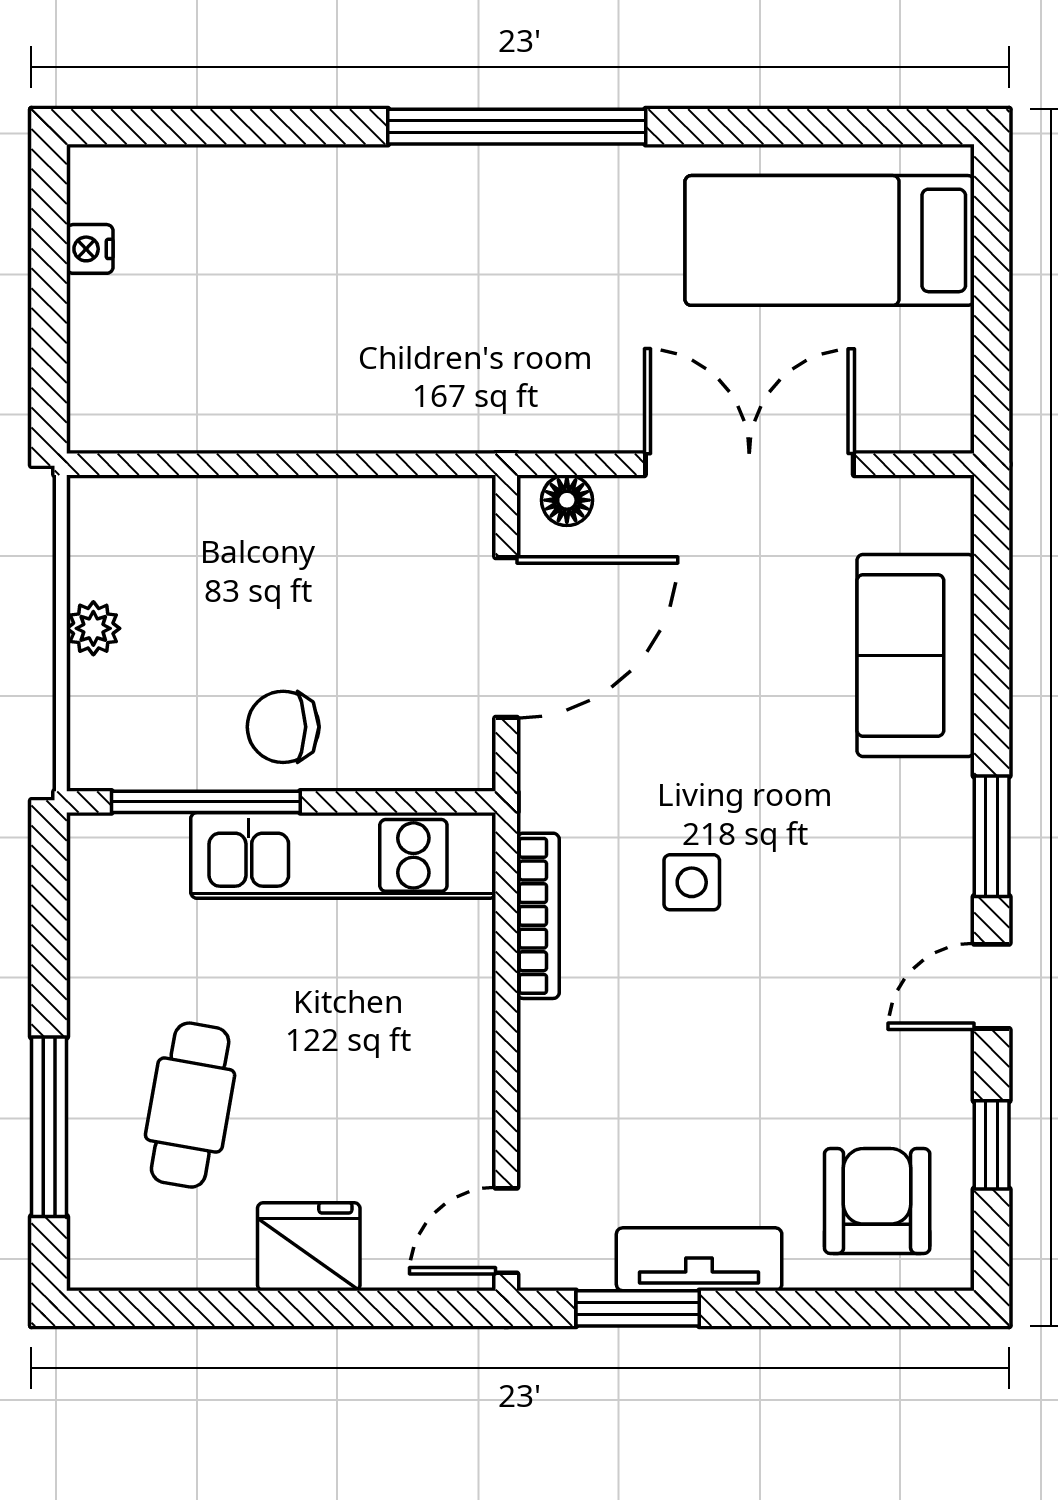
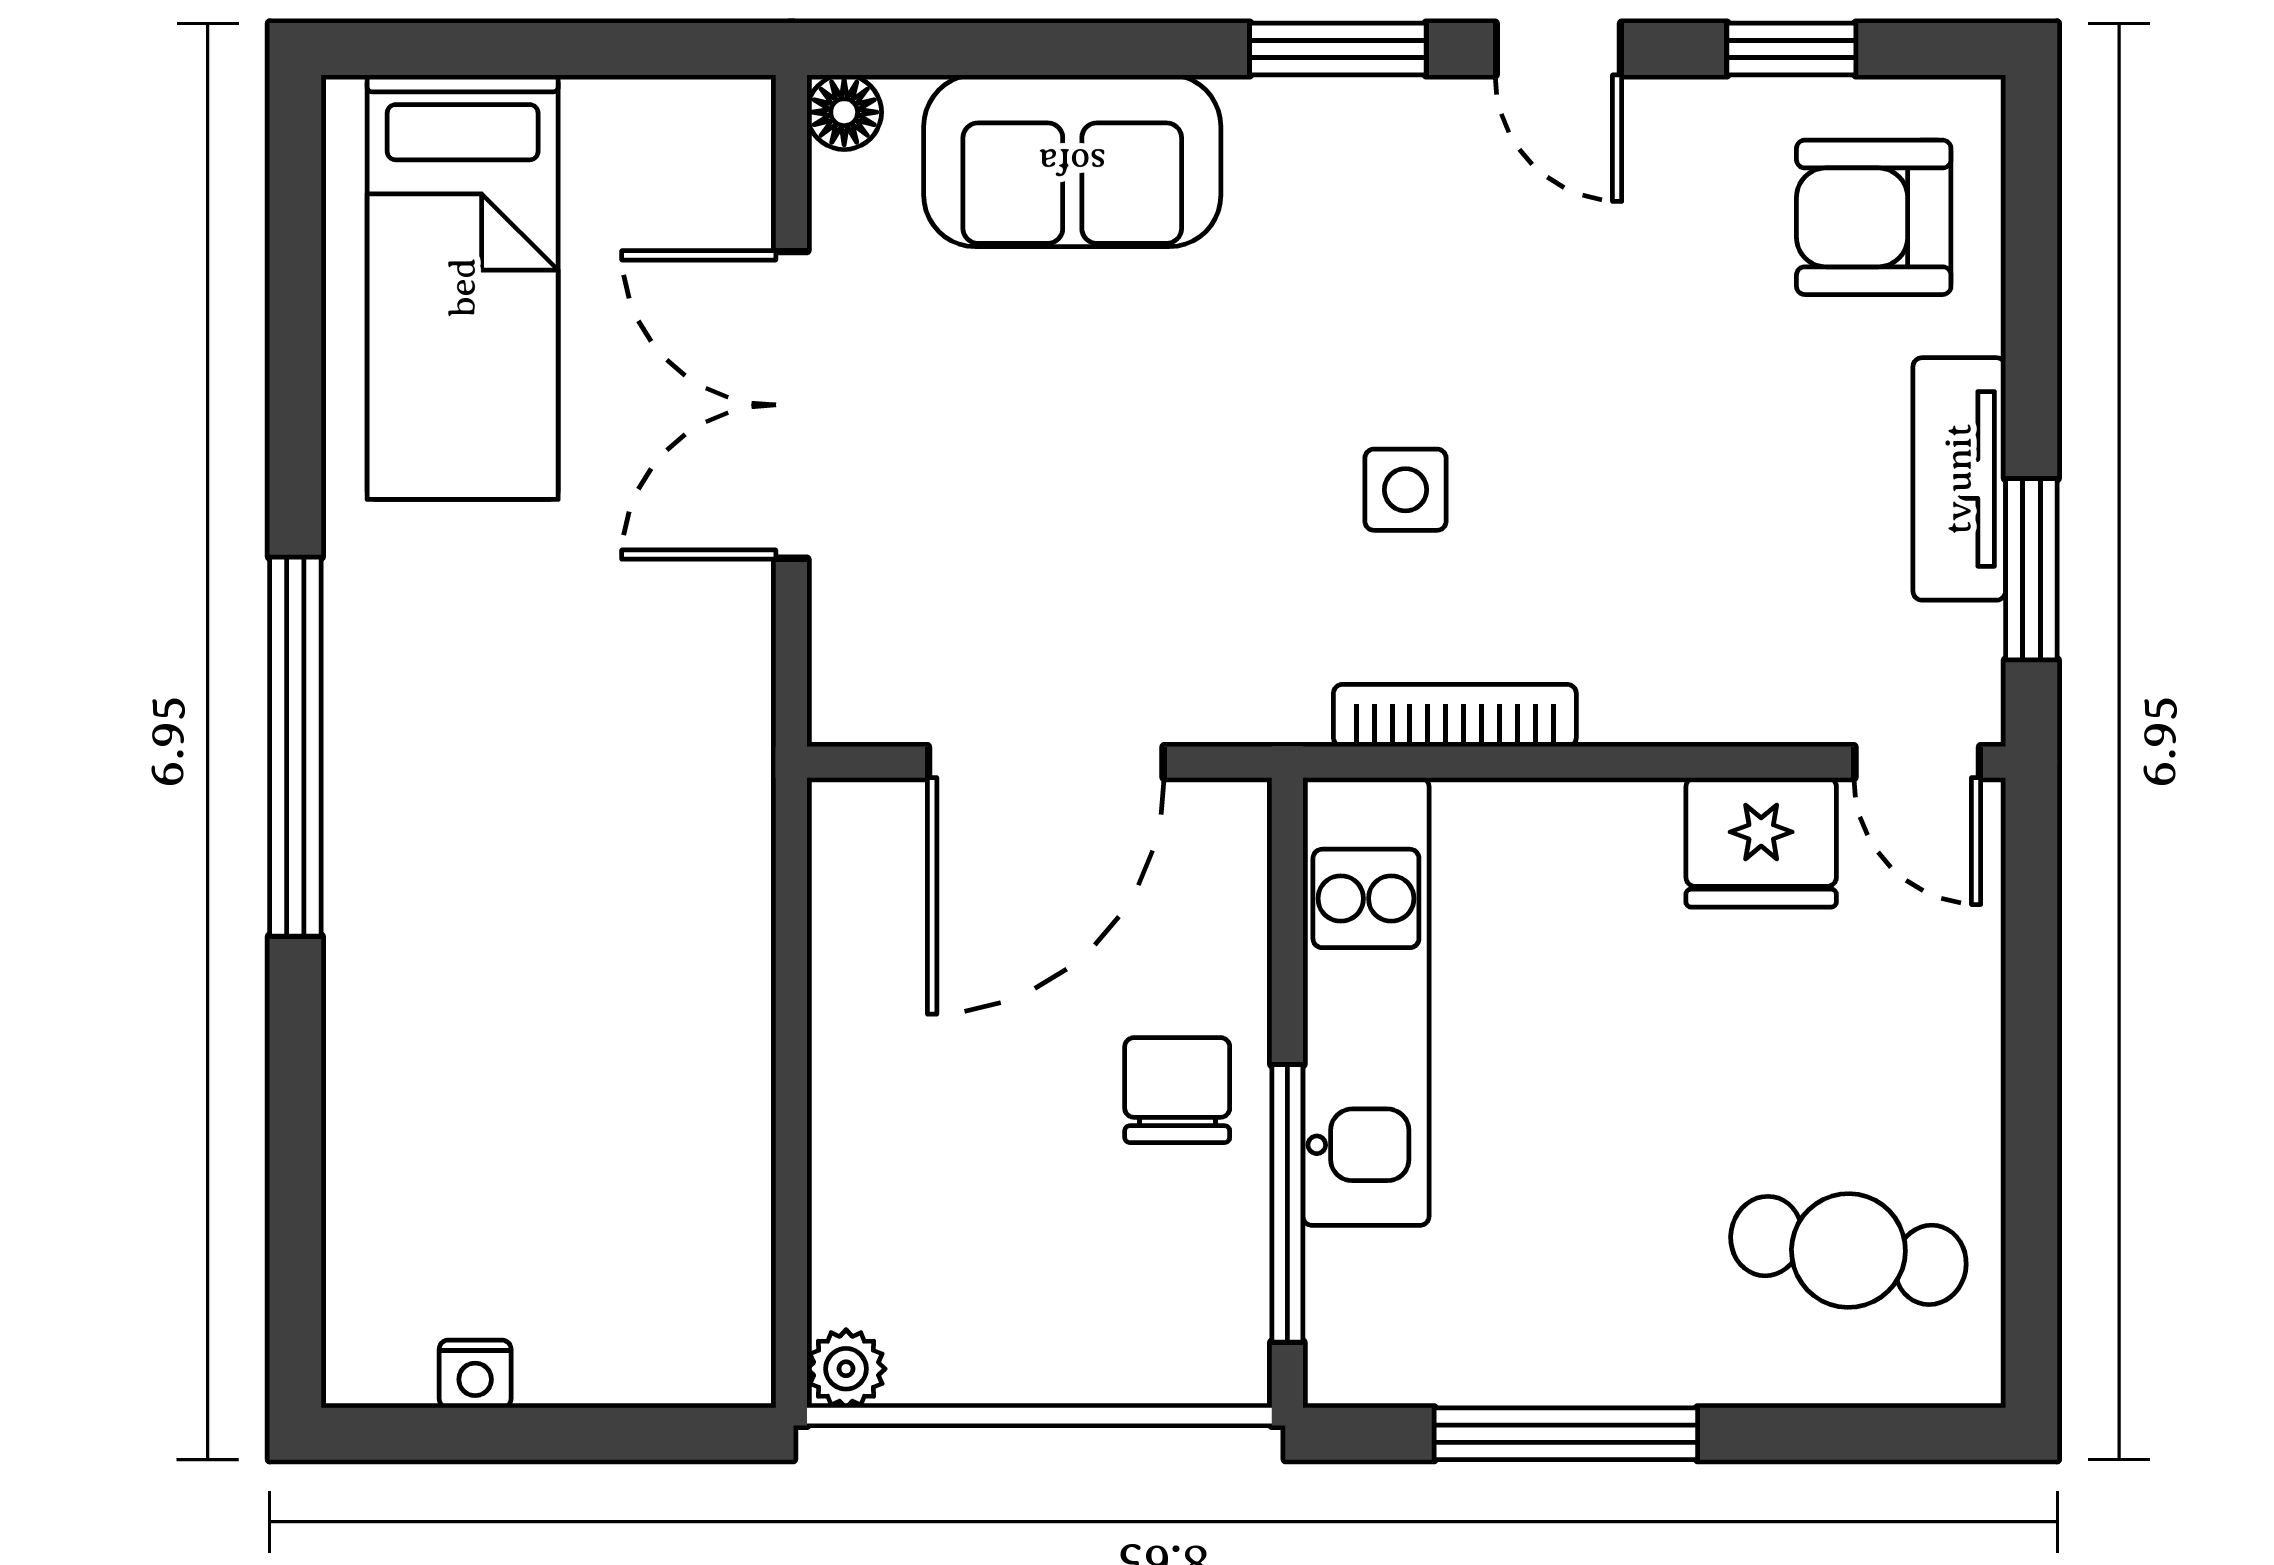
floor lamp: (567, 500) -> (844, 112), moved
plant: (93, 628) -> (846, 1369), moved
door: (506, 637) -> (1046, 762), swing flipped
chair: (283, 727) -> (1177, 1090), turned 180
cafe table: (190, 1105) -> (1848, 1250), moved
window: (49, 1127) -> (1566, 1434), moved
fridge: (309, 1247) -> (1761, 842), moved, turned -90

